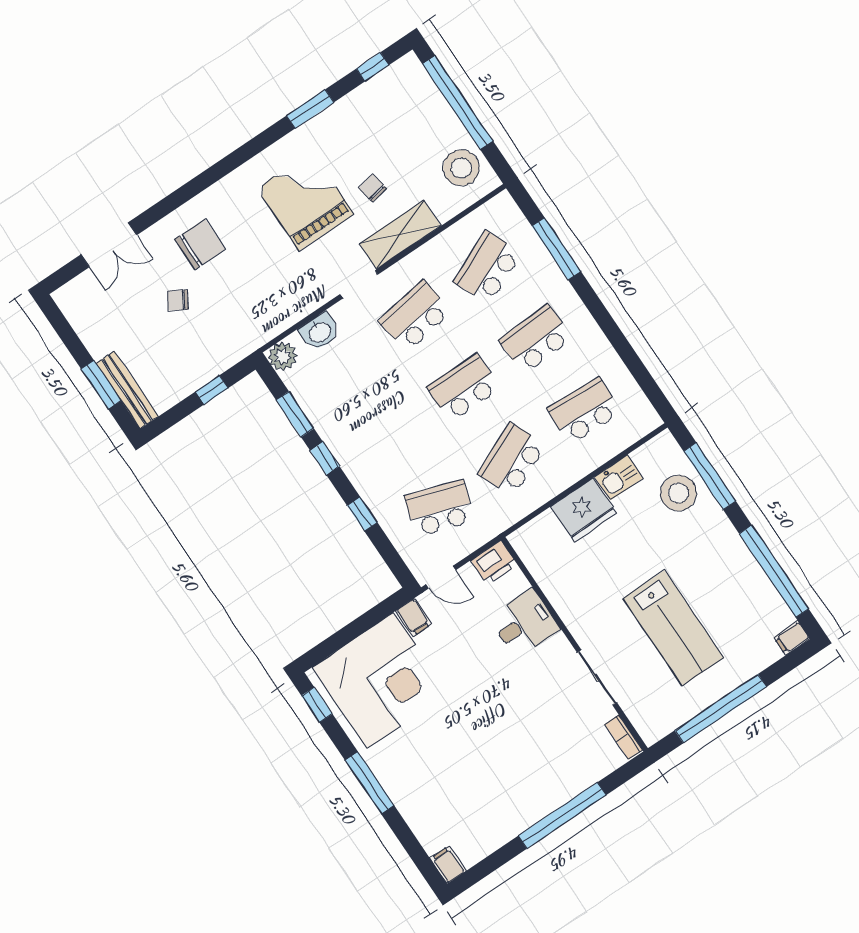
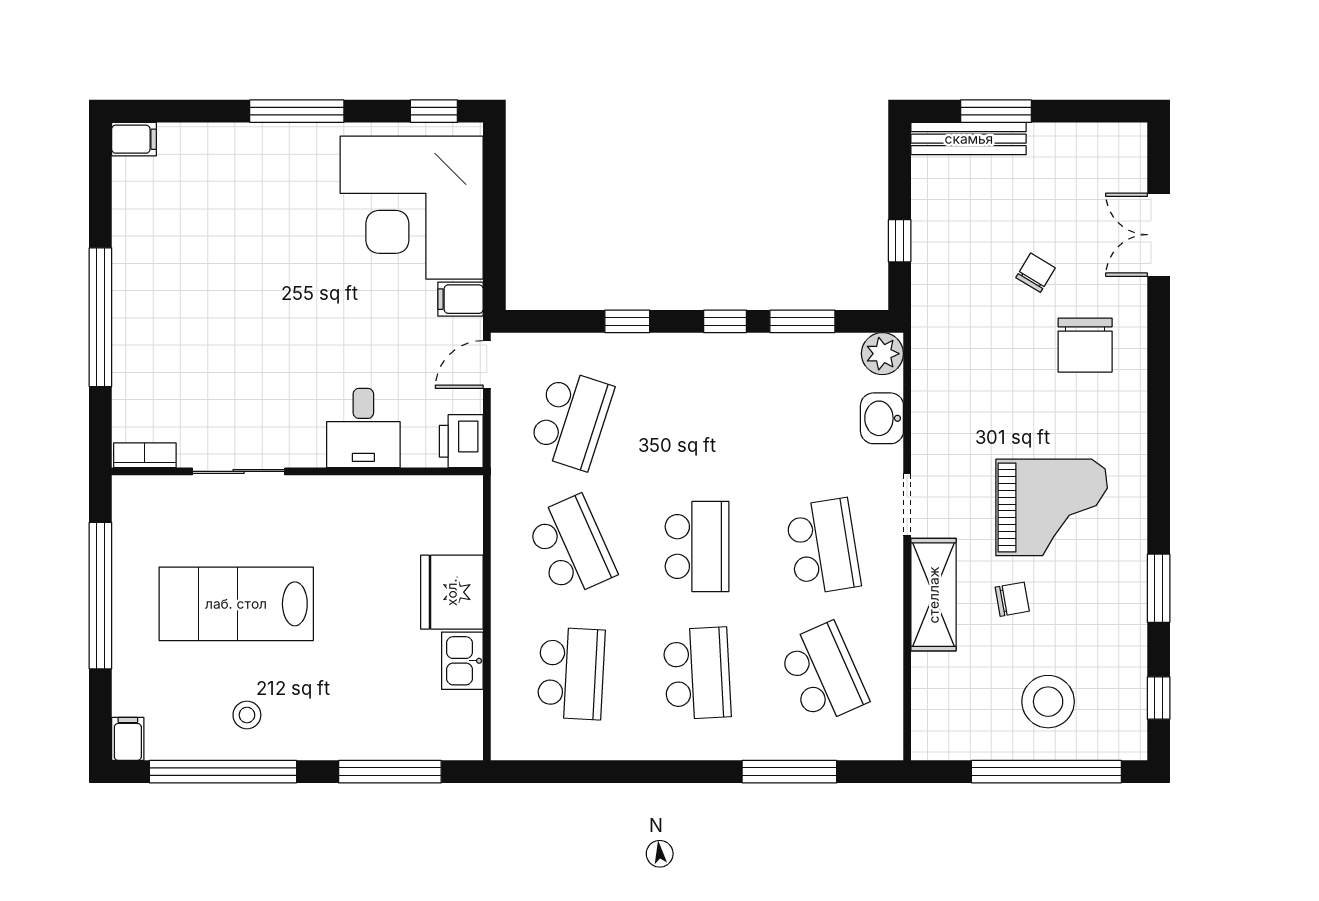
stool: (461, 168) -> (1048, 702), moved
stool: (678, 493) -> (247, 715), moved, width x0.53, depth x0.53

